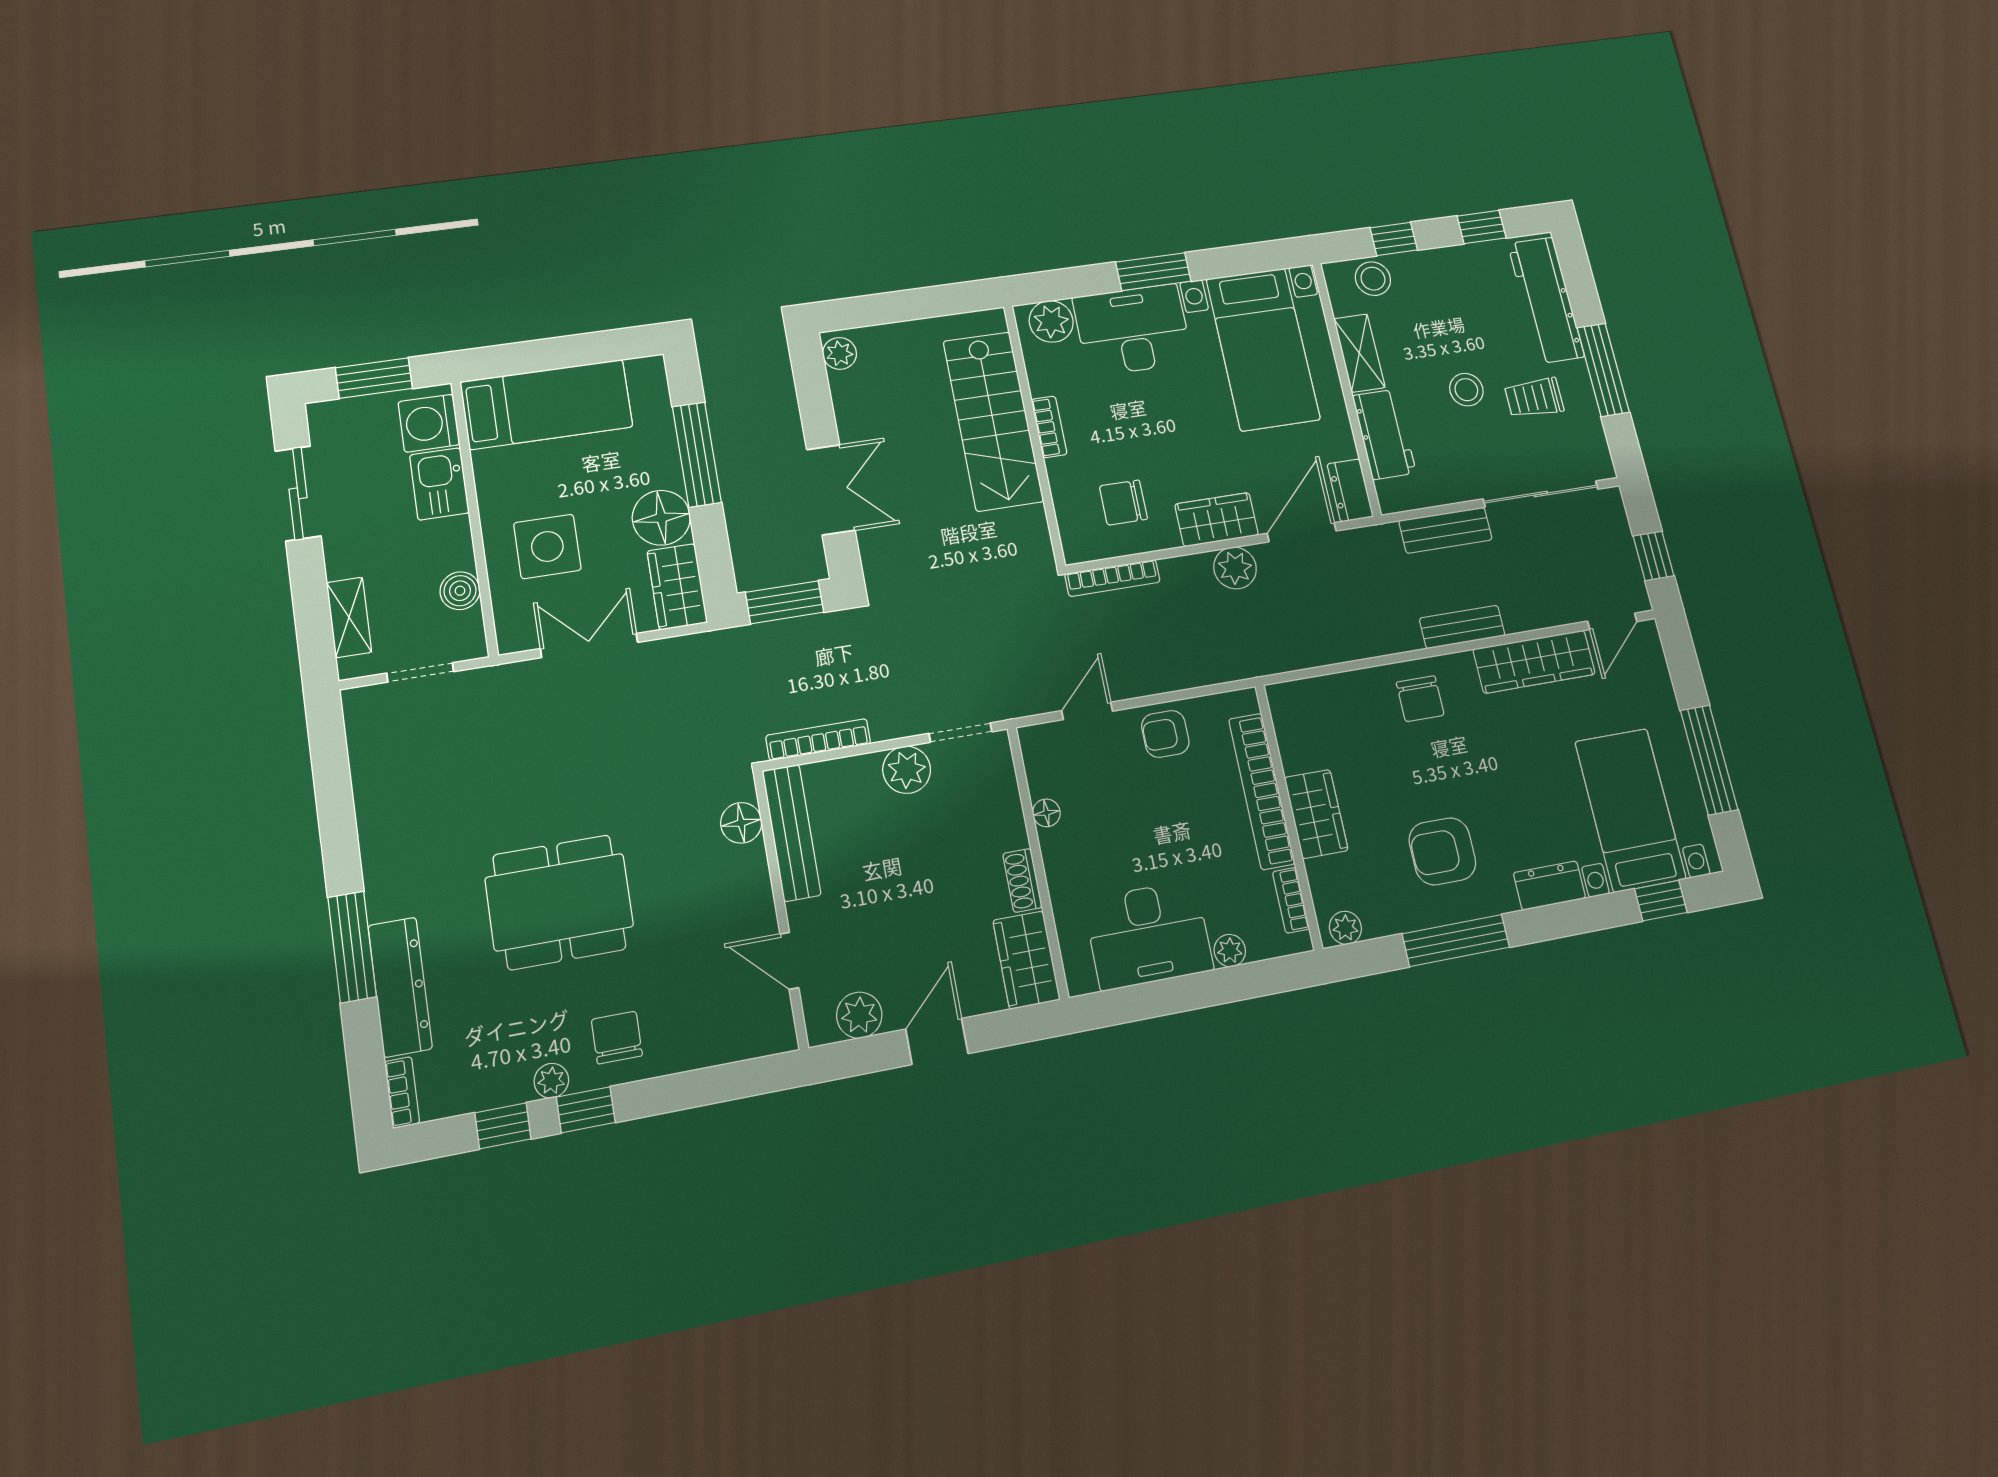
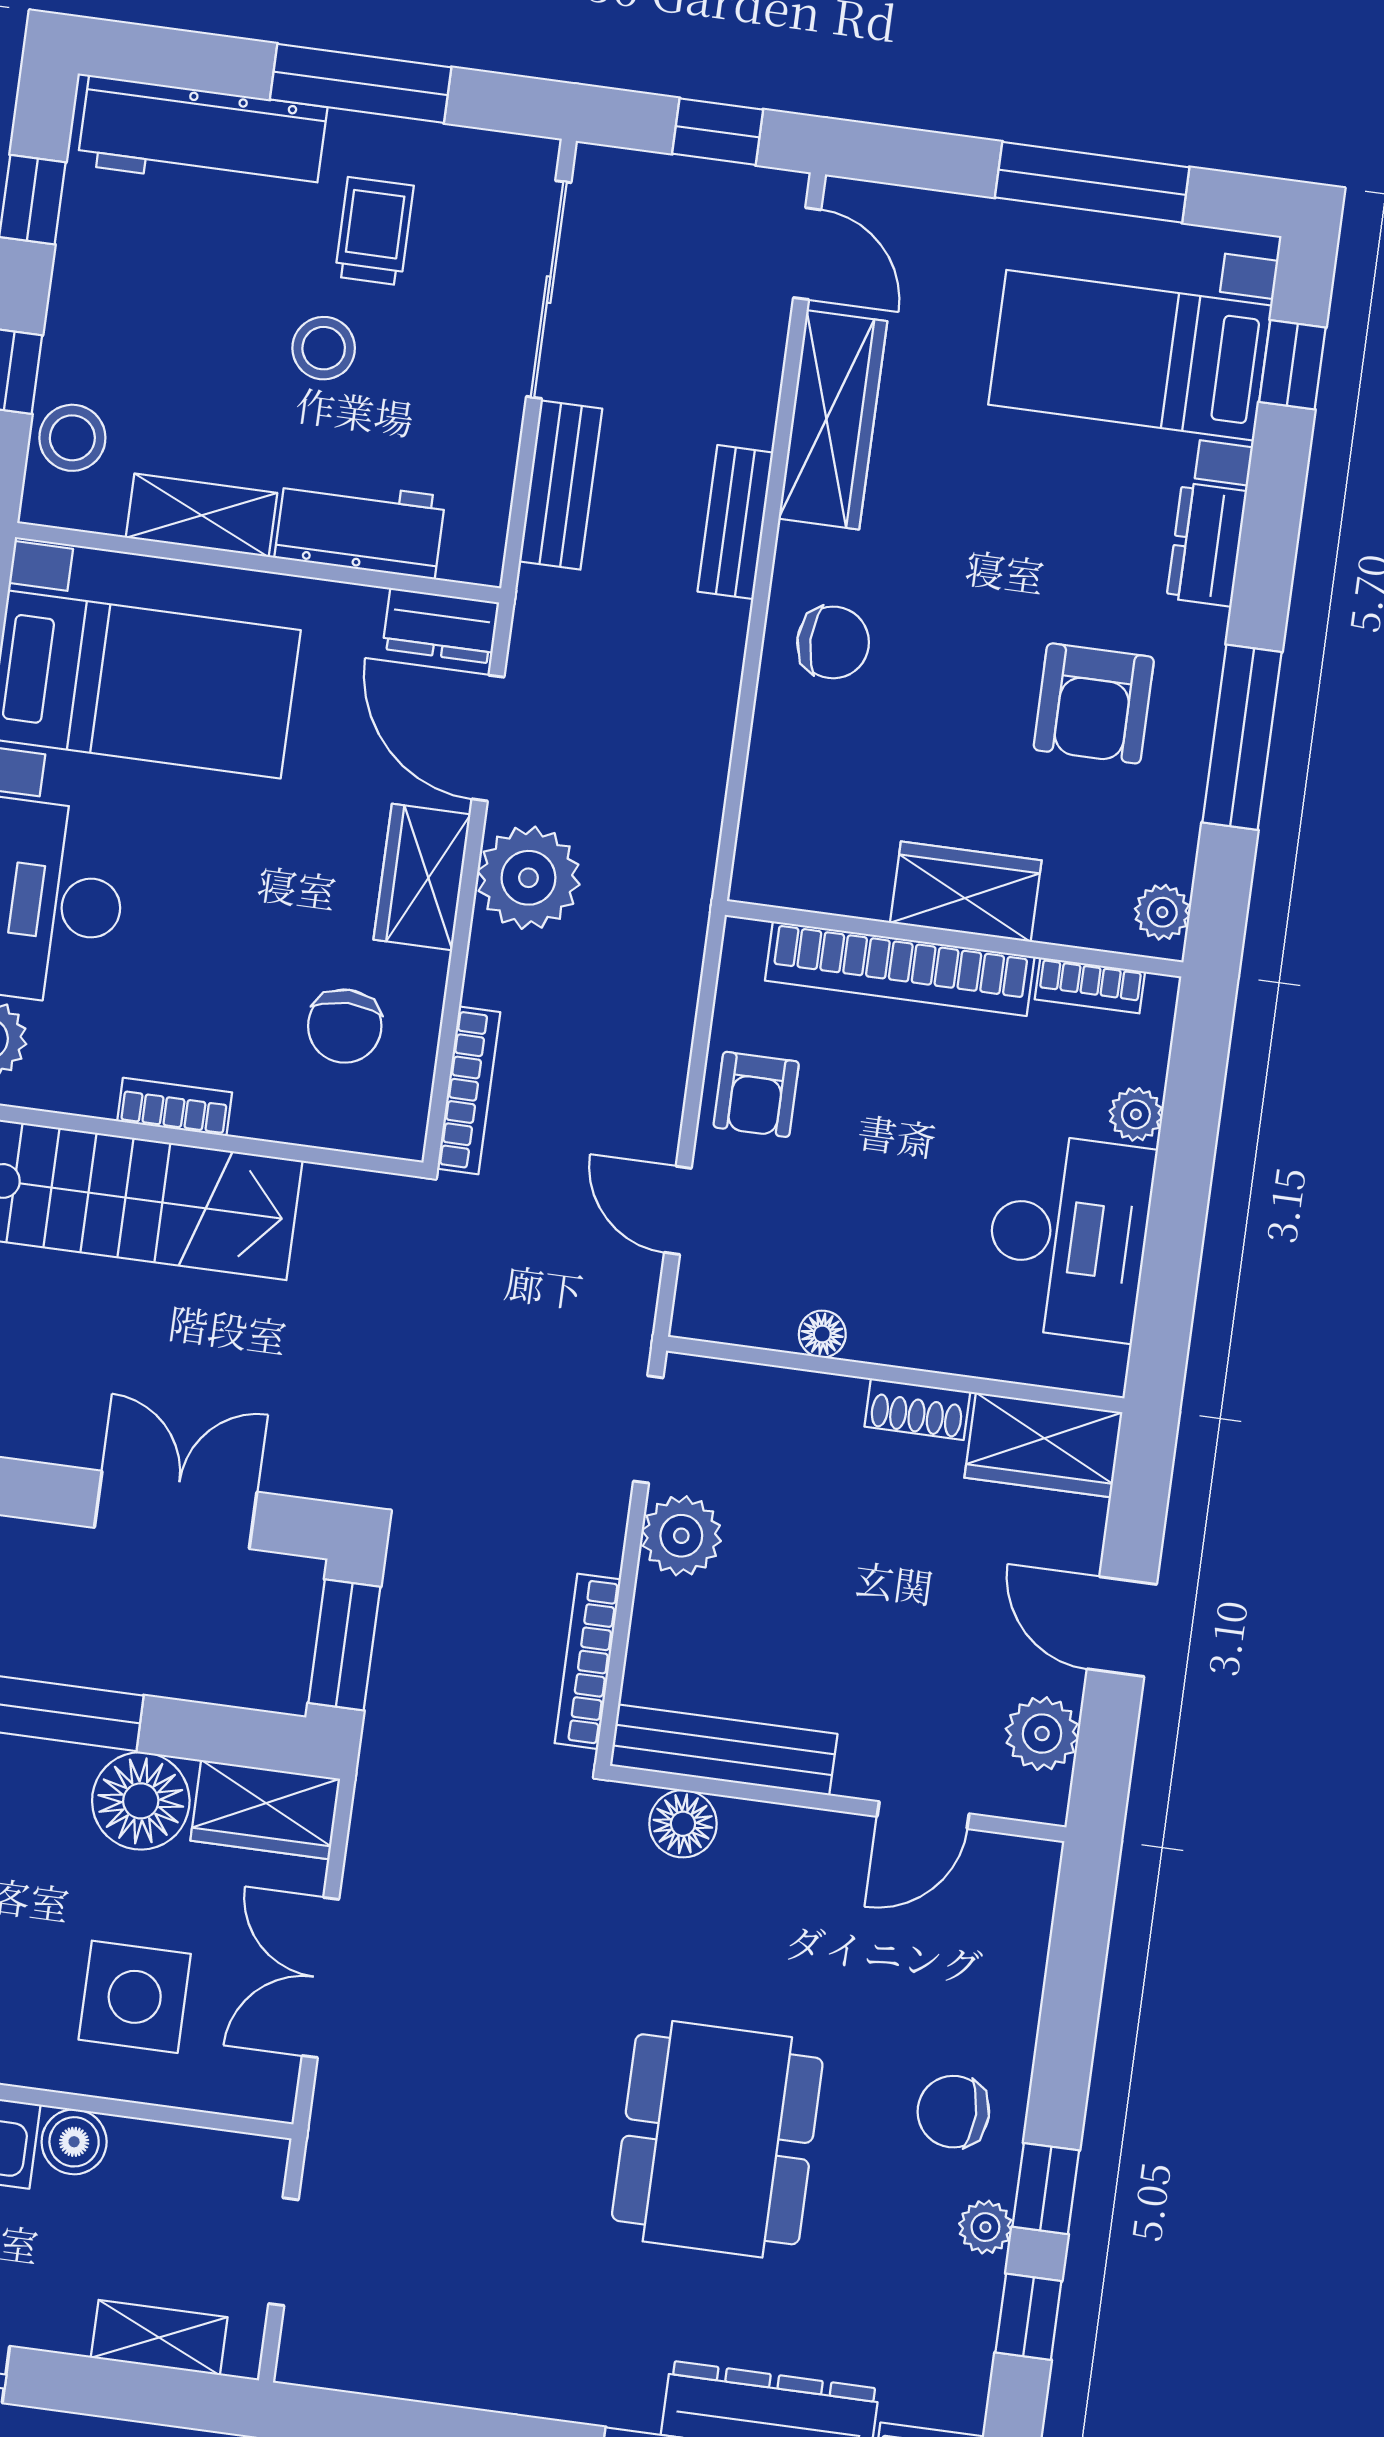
trolley: (1534, 398) -> (374, 231), turned 180
plant: (1235, 568) -> (528, 878), width x1.36, depth x1.36
boiler: (460, 591) -> (74, 2142), moved

